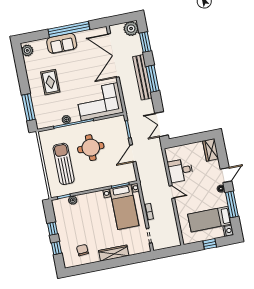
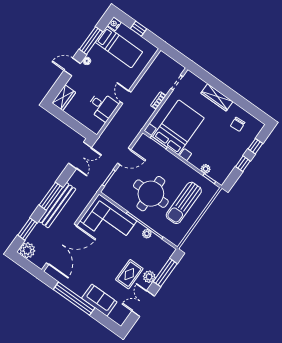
sofa: (62, 43) -> (99, 300), moved
plant: (27, 50) -> (149, 277), moved
double door: (22, 73) -> (143, 303), added
round table: (91, 148) -> (151, 194), width x1.36, depth x1.36
bed with nightstands: (124, 207) -> (178, 127), width x1.36

